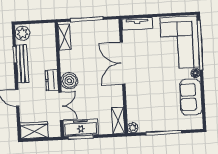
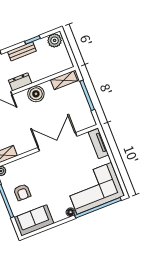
bench: (22, 64) -> (22, 51), width x0.73
boiler: (69, 81) -> (36, 94), moved
sofa: (191, 97) -> (34, 220), moved
armchair: (160, 114) -> (22, 192), added

